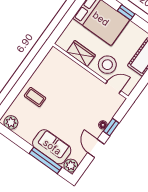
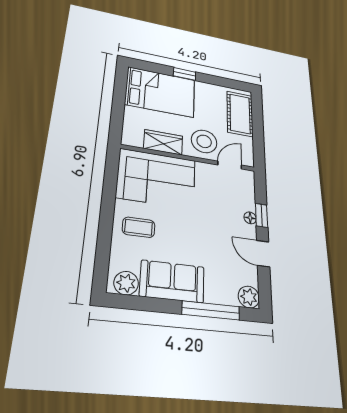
corner sofa: (62, 74) -> (156, 178), added
sofa: (52, 147) -> (172, 281), moved

